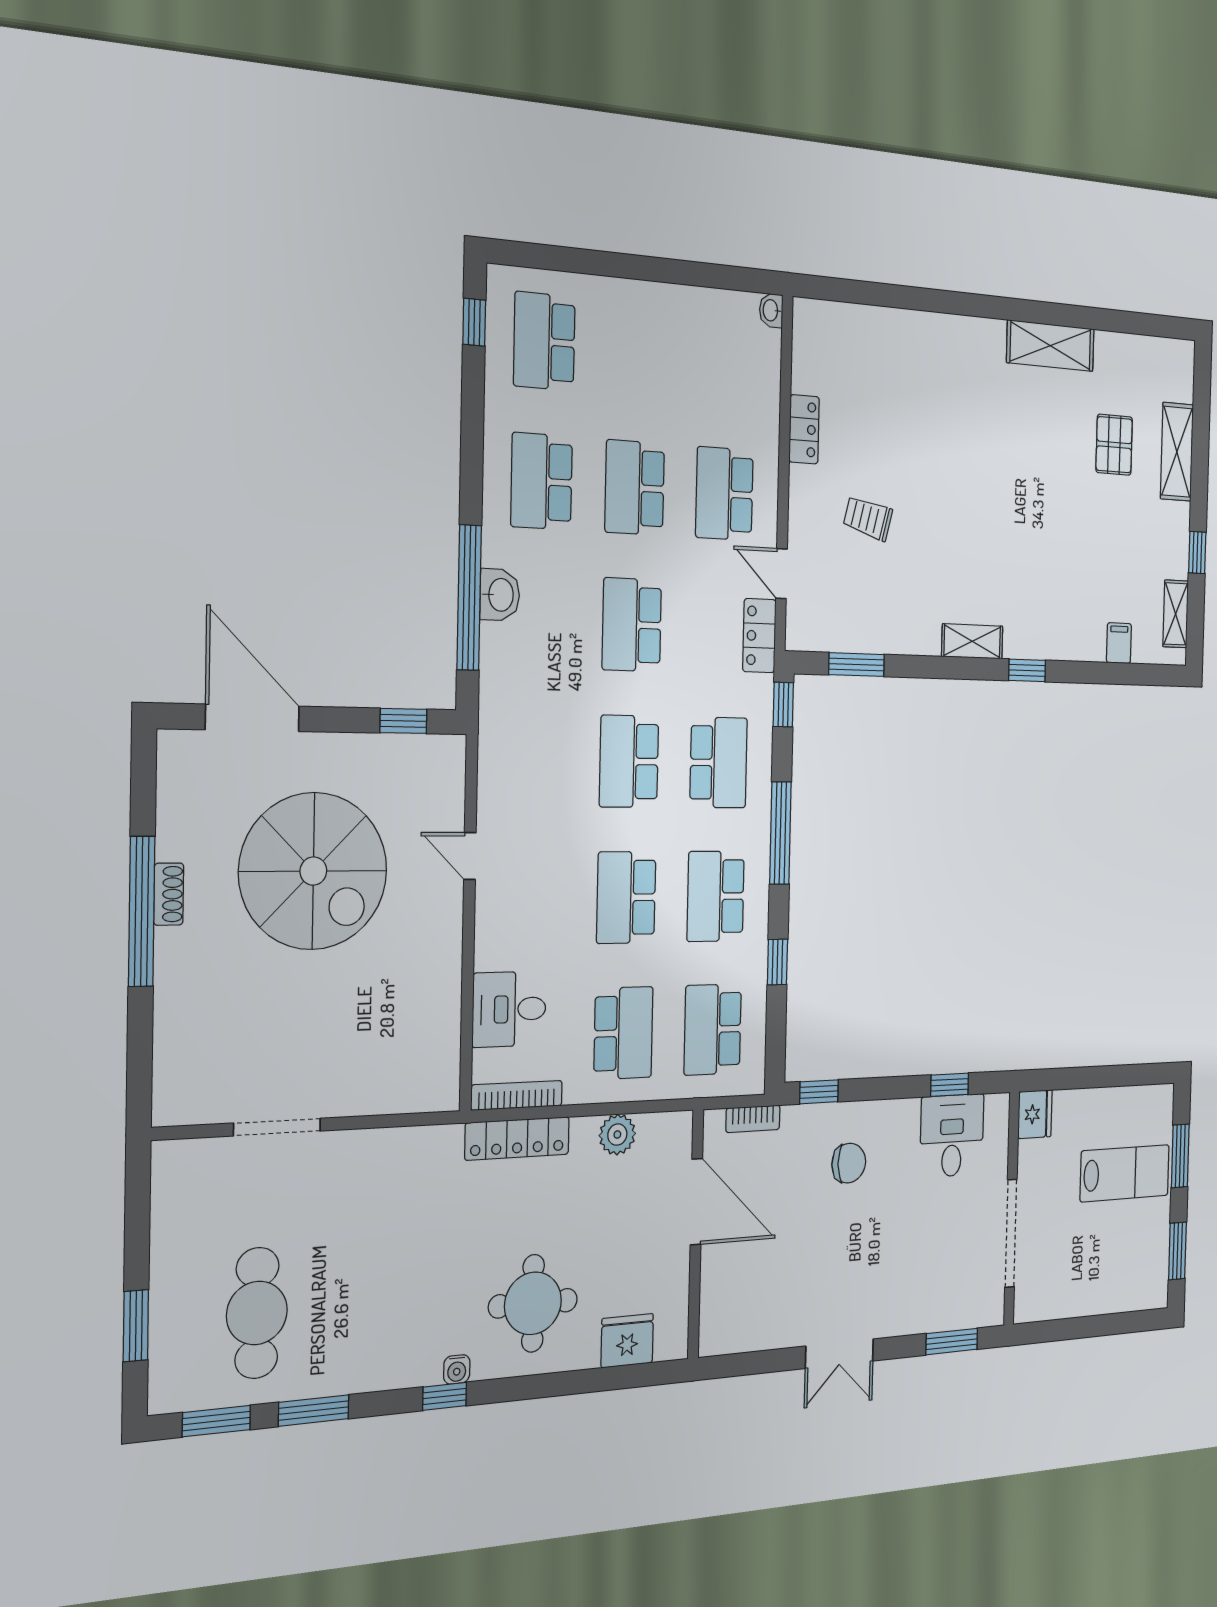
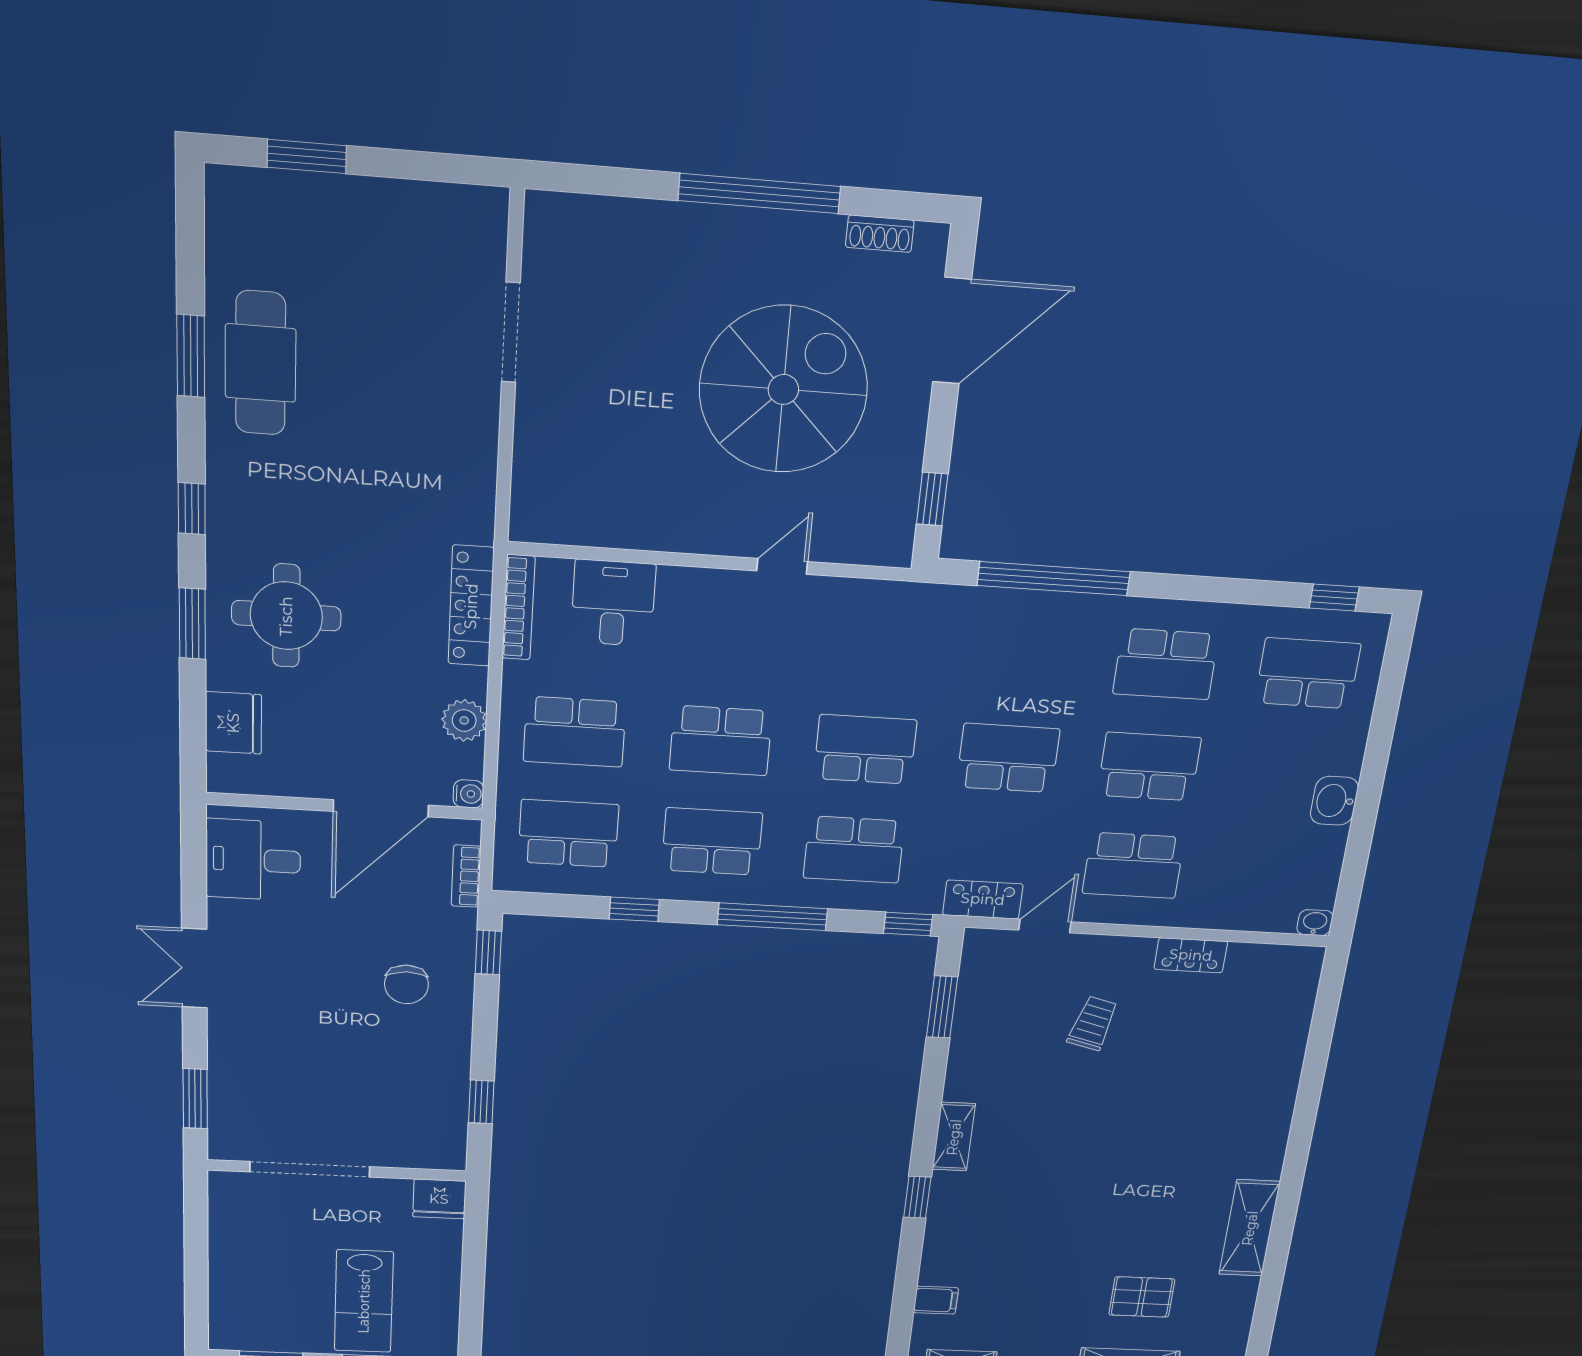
school desk: (542, 481) -> (1166, 664), turned 180
school desk: (724, 494) -> (1133, 865), turned 180
washbasin: (500, 595) -> (1334, 801), moved, turned 90
spiral stairs: (313, 871) -> (783, 389), turned 180
shoe rack: (169, 894) -> (880, 234), moved
school desk: (626, 897) -> (721, 741), turned 180
desk: (952, 1136) -> (253, 860), moved, turned 180
cafe table: (257, 1313) -> (261, 363), moved, turned 90
water cooler: (457, 1369) -> (468, 794), moved, turned 180
window: (216, 1421) -> (192, 624), moved

